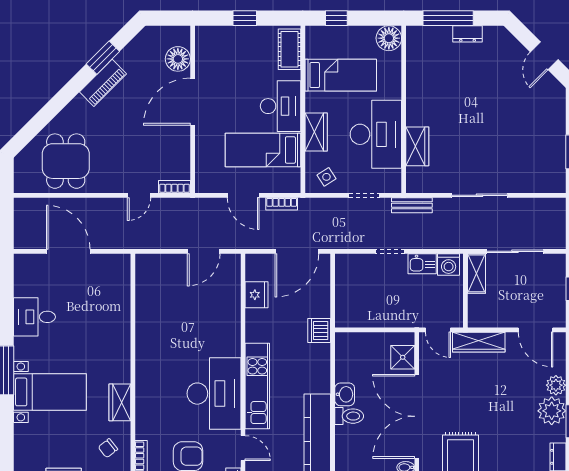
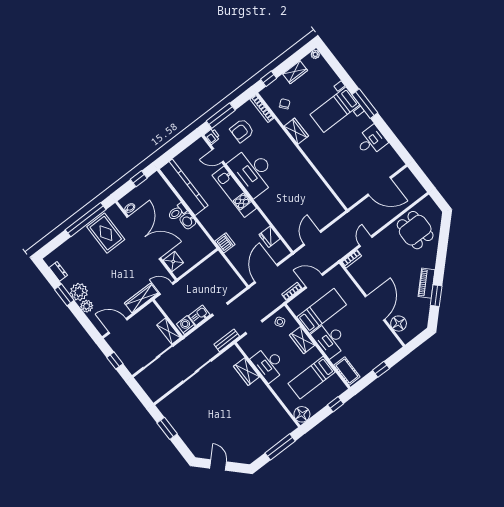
dresser: (468, 34) -> (265, 447), removed
desk: (376, 134) -> (269, 364), width x0.73, depth x0.77

